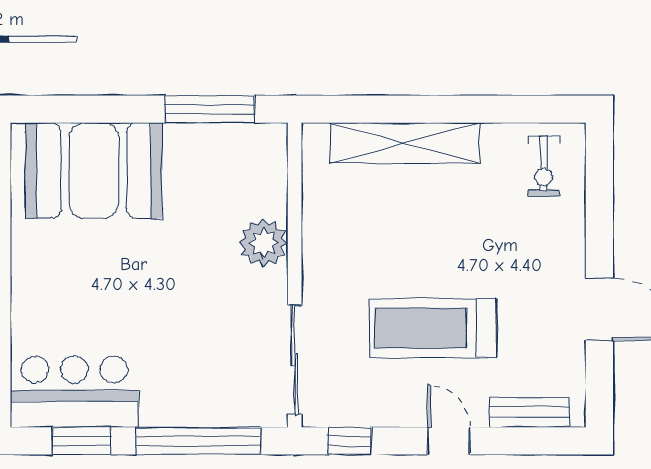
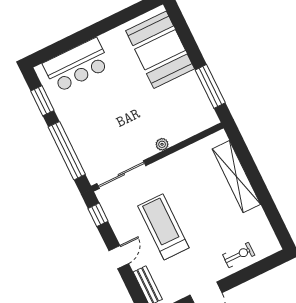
exercise bike: (544, 166) -> (239, 255), moved, turned 180
plant: (264, 243) -> (162, 144), width x0.53, depth x0.53
bar counter: (74, 392) -> (77, 65), moved, turned 90

